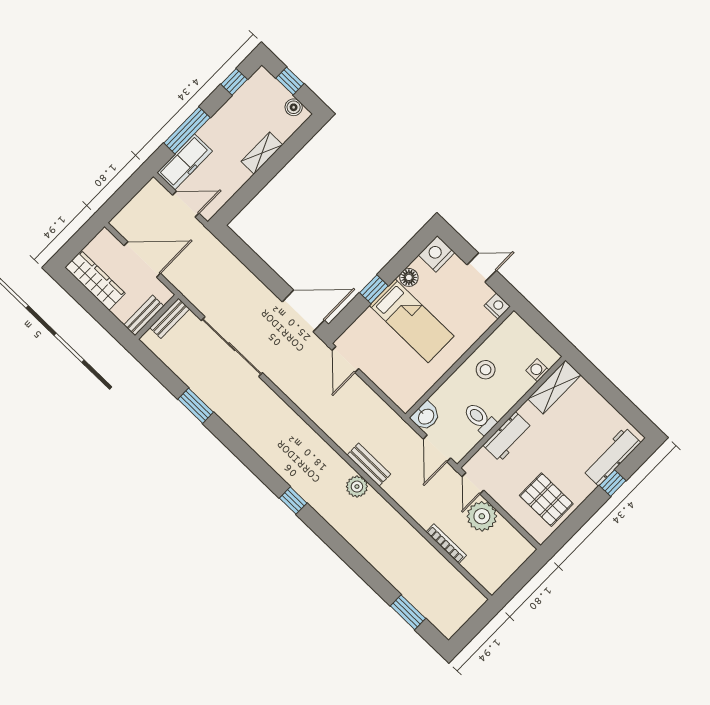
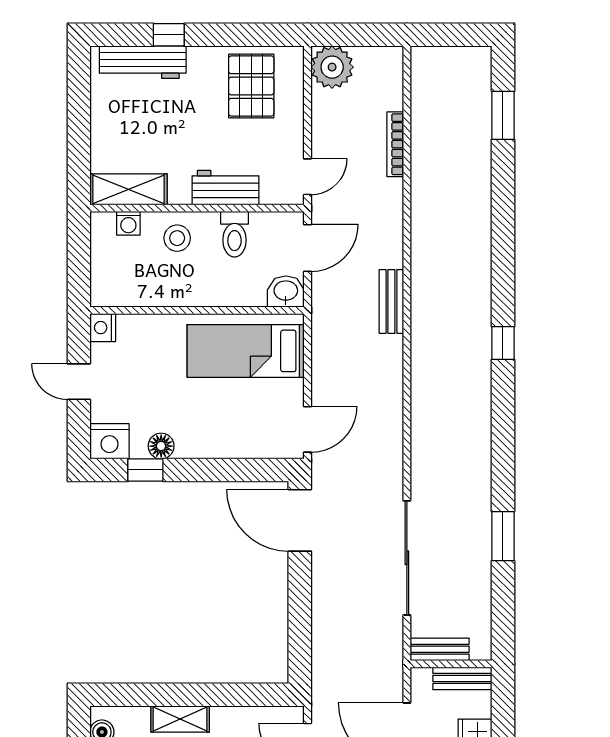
window: (374, 289) -> (145, 470), moved
bed: (412, 321) -> (246, 351), moved, turned -90
stool: (486, 370) -> (177, 238), moved
plant: (357, 487) -> (426, 292), removed
plant: (482, 516) -> (332, 67), moved

